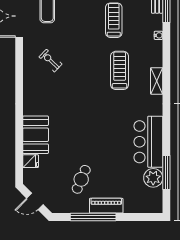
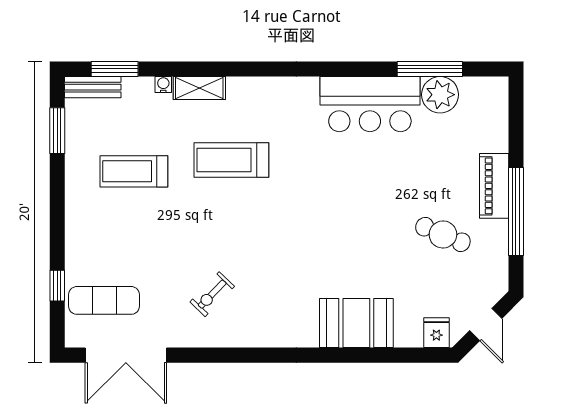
shelving: (157, 81) -> (199, 88), moved
fridge: (31, 161) -> (436, 333), moved

